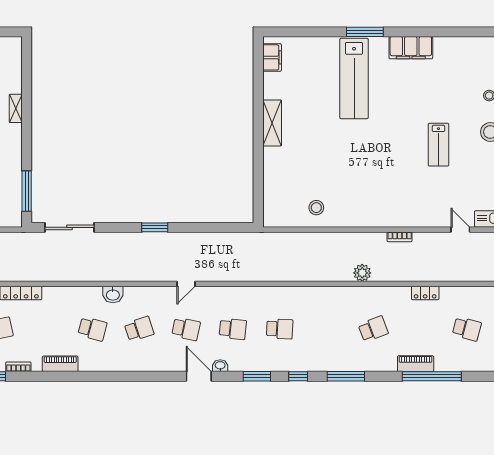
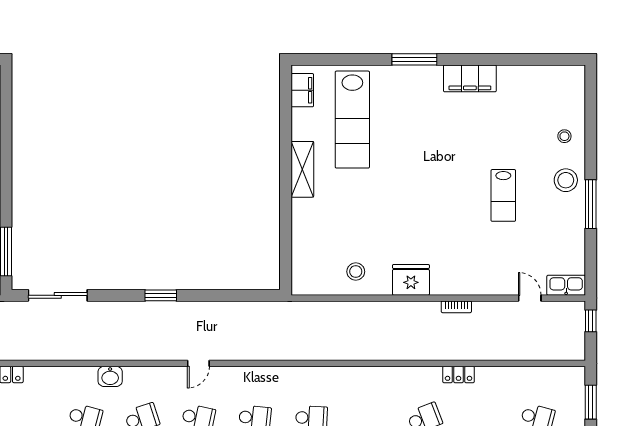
lab bench: (354, 79) -> (352, 120), moved
fridge: (362, 215) -> (411, 280), added
plant: (362, 273) -> (411, 350), removed
locker: (425, 293) -> (459, 375), moved

